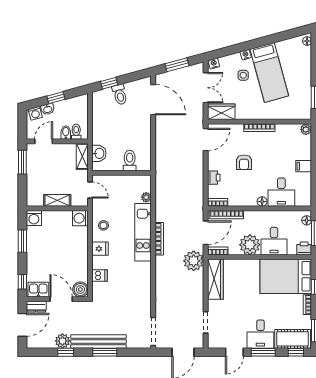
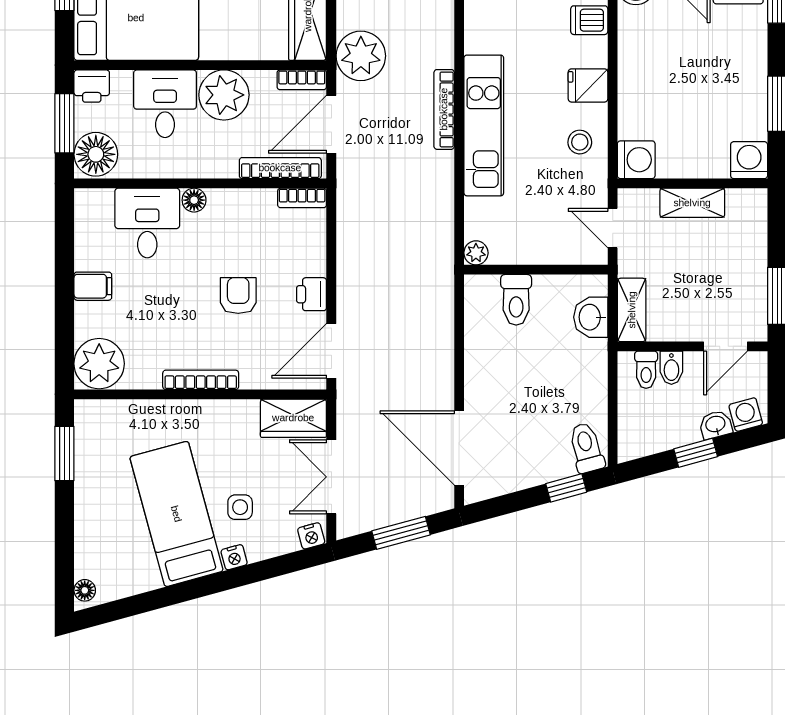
toilet: (120, 95) -> (586, 448), moved
plant: (306, 129) -> (99, 364), width x1.87, depth x1.87
printer: (214, 178) -> (312, 294), moved
plant: (146, 197) -> (476, 253), moved
floor lamp: (307, 220) -> (96, 154), width x1.89, depth x1.89

